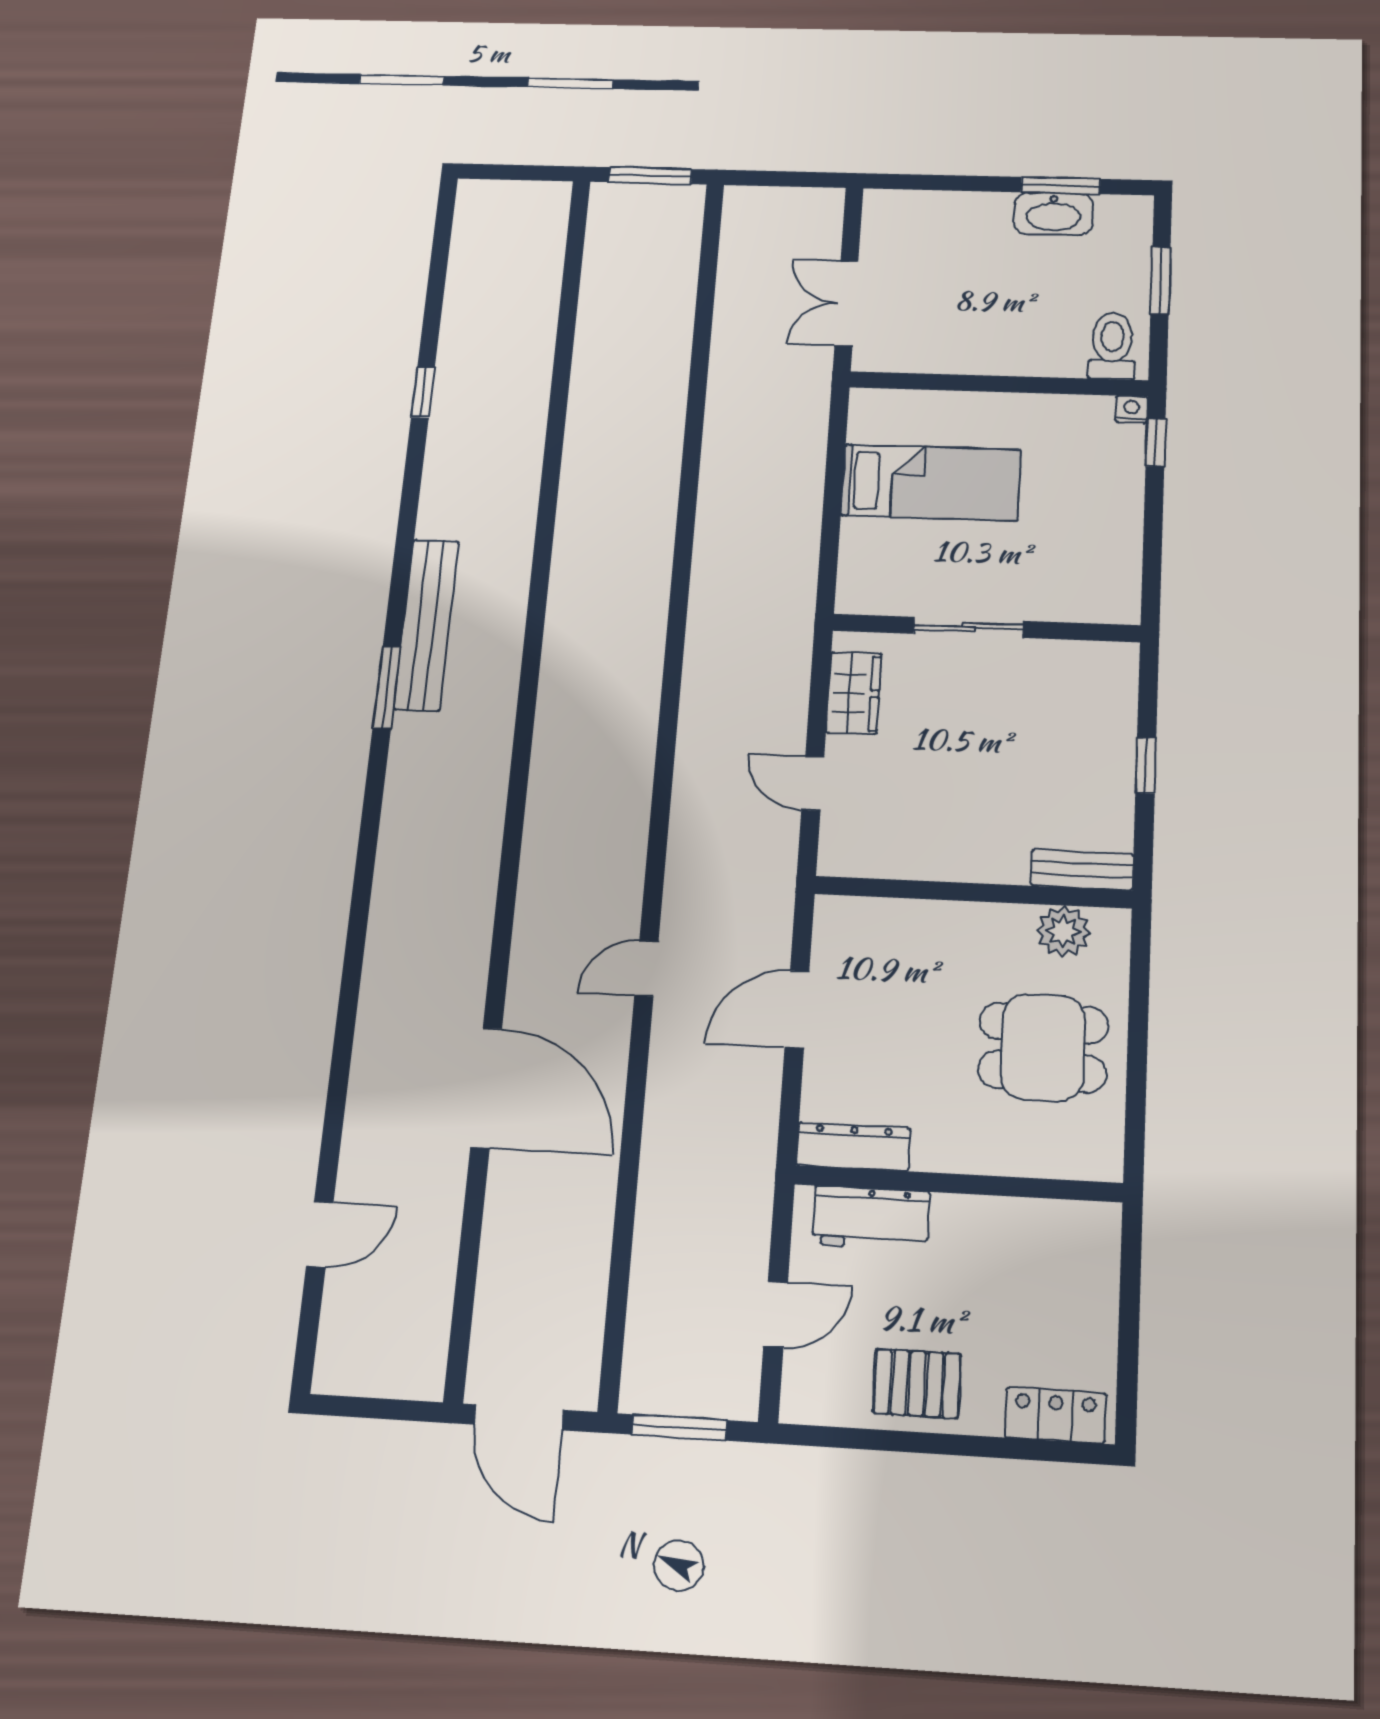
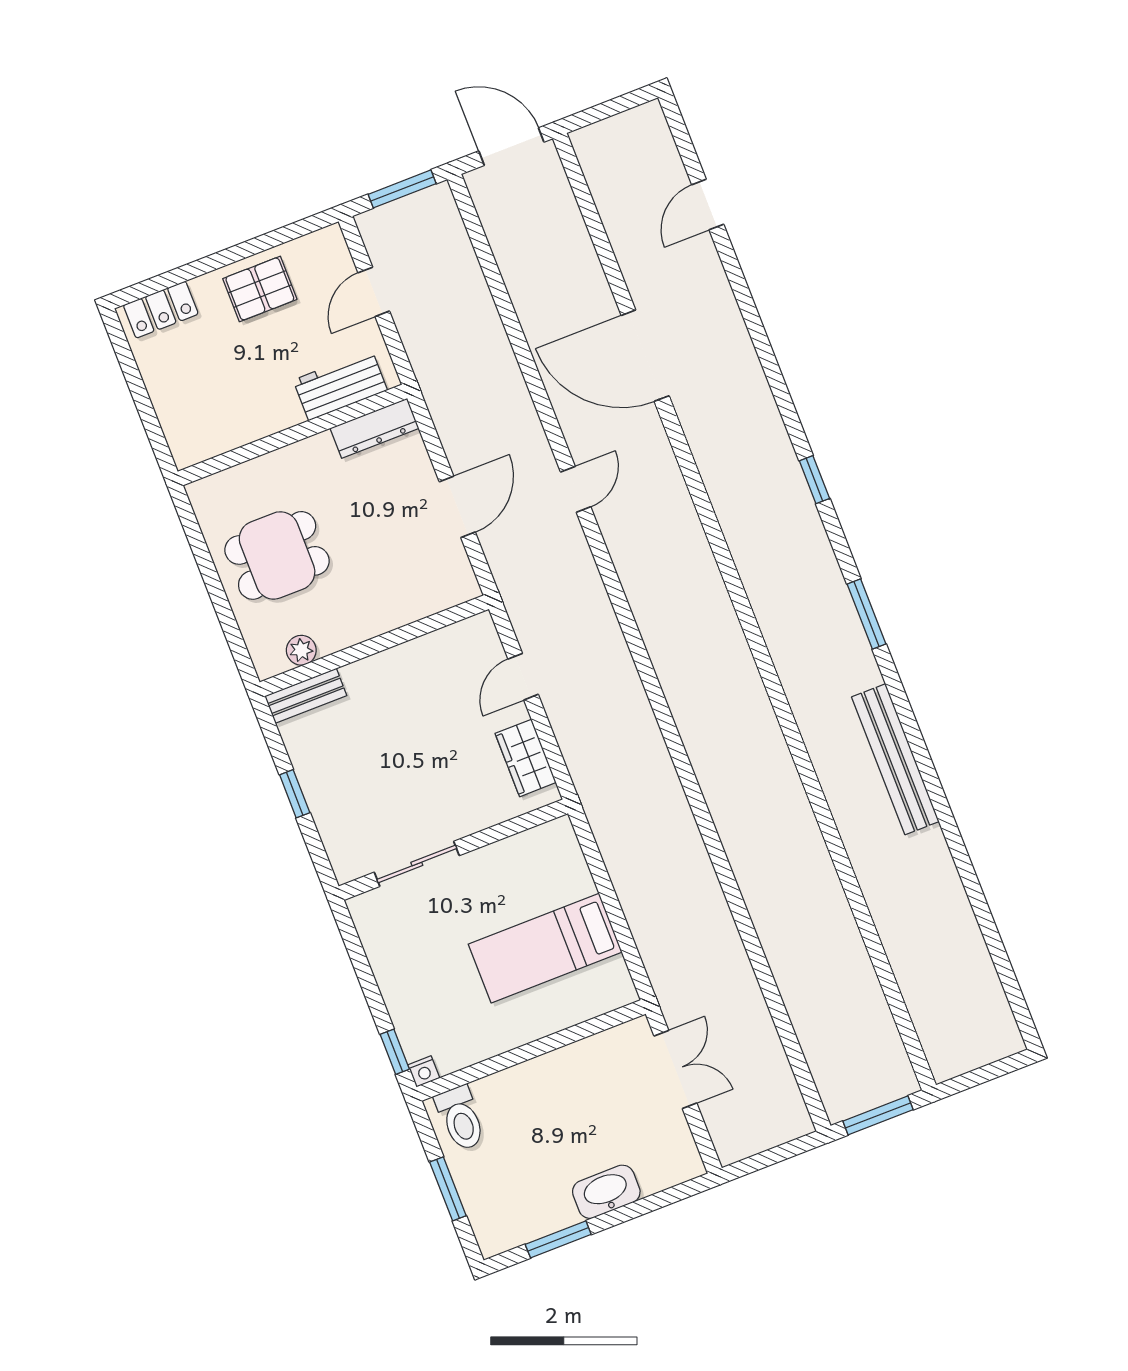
washbasin: (1053, 214) -> (606, 1192), moved
window: (423, 392) -> (814, 480), moved
bench: (426, 625) -> (895, 759), moved
sliding door: (969, 627) -> (417, 864), moved
door: (813, 783) -> (523, 677), swing flipped
plant: (1063, 931) -> (301, 650), width x0.73, depth x0.73

